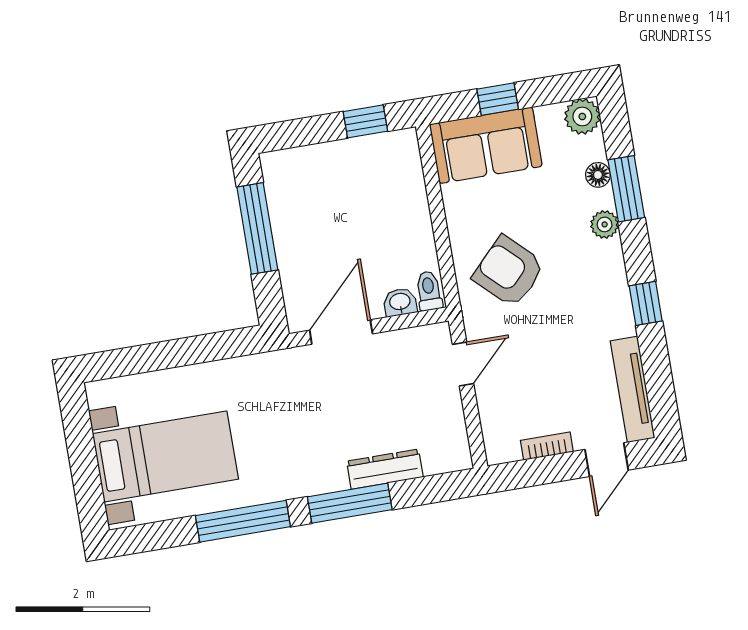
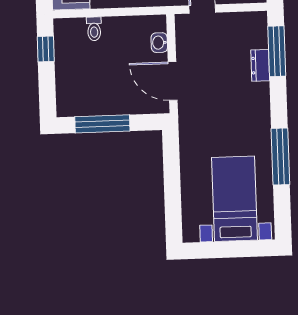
toilet: (429, 291) -> (94, 29), moved, turned -90
dresser: (385, 469) -> (260, 65), width x0.70
window: (350, 503) -> (277, 51), moved

